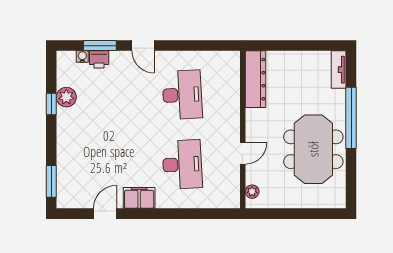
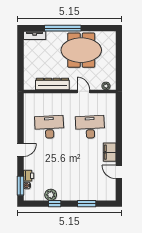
window: (100, 46) -> (20, 186), moved
dresser: (255, 79) -> (52, 84), moved
window: (51, 181) -> (87, 204), moved

